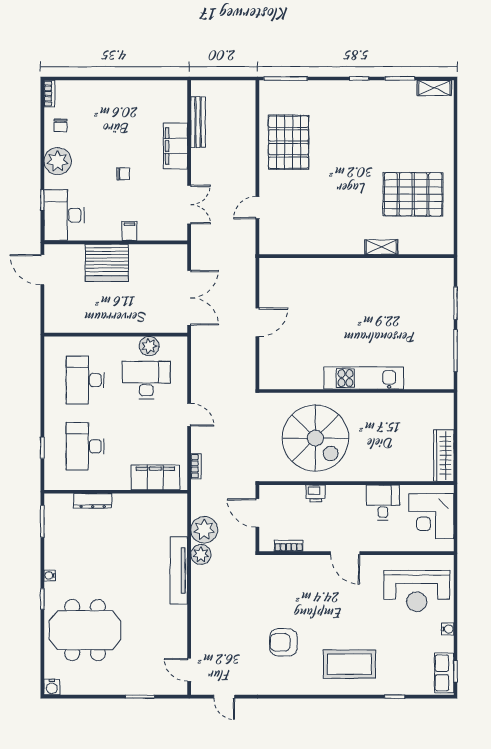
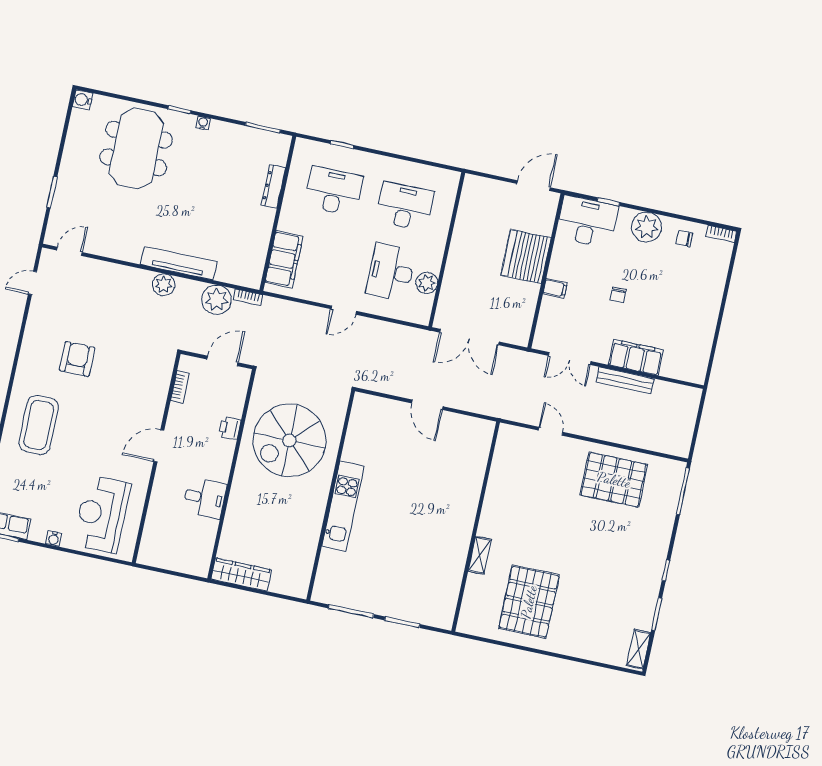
bench: (198, 122) -> (625, 380), moved
desk: (146, 380) -> (391, 272), turned 180
bookcase: (196, 466) -> (248, 297), moved
corner desk: (431, 516) -> (179, 547), removed
plant: (201, 555) -> (164, 285), moved

